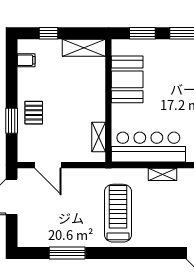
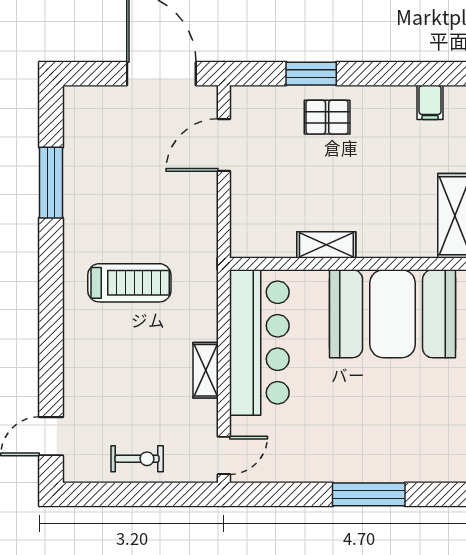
booth: (127, 79) -> (393, 314), width x1.36, depth x1.42
shelving: (99, 137) -> (326, 245), moved
treadmill: (118, 213) -> (129, 283), width x0.73, depth x0.73

